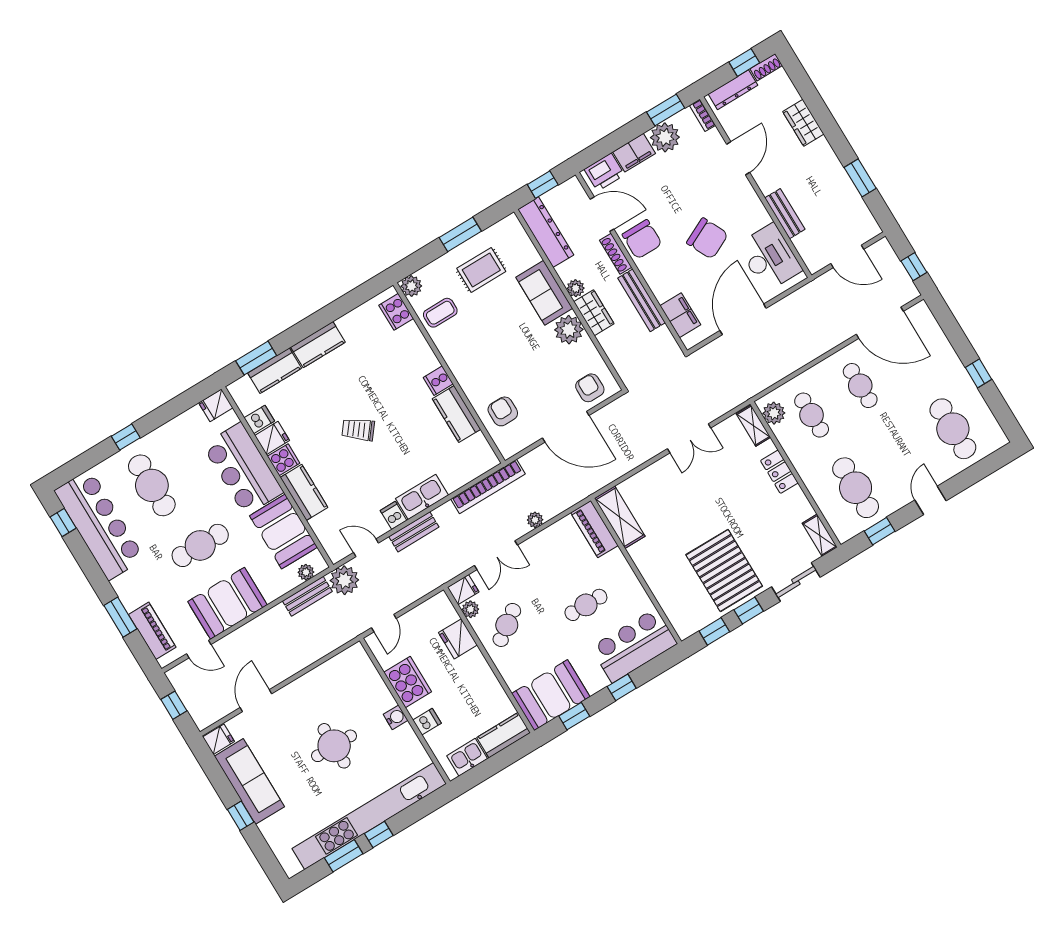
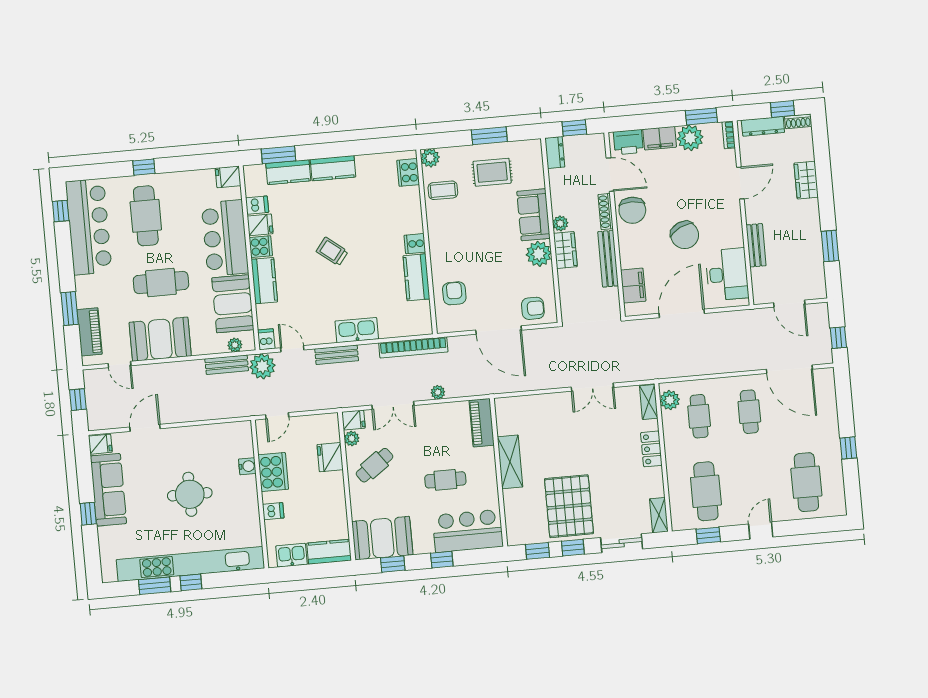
dresser: (546, 232) -> (555, 153), width x0.51, depth x0.80
armchair: (590, 388) -> (533, 308), turned 90
dishwasher: (393, 515) -> (266, 339), moved
shelving: (620, 517) -> (510, 462), moved
water cooler: (396, 717) -> (247, 466), moved

